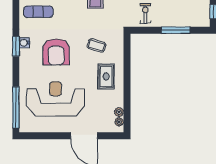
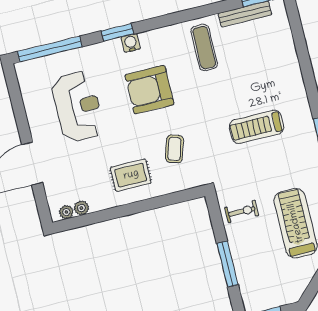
water cooler: (24, 43) -> (131, 43), moved
window: (16, 46) -> (117, 32), moved
reception desk: (56, 99) -> (78, 107), width x0.74, depth x0.77

